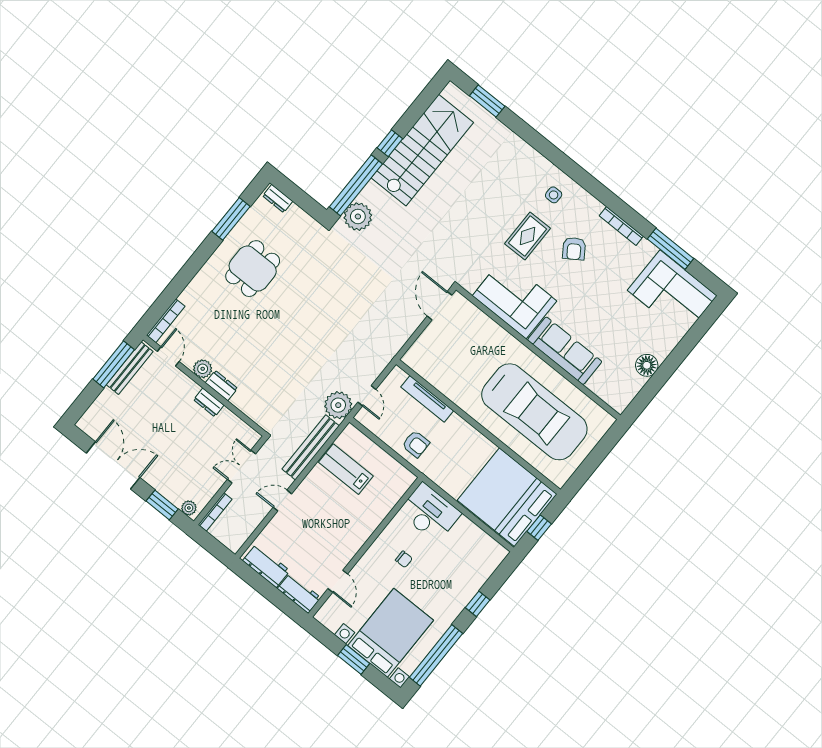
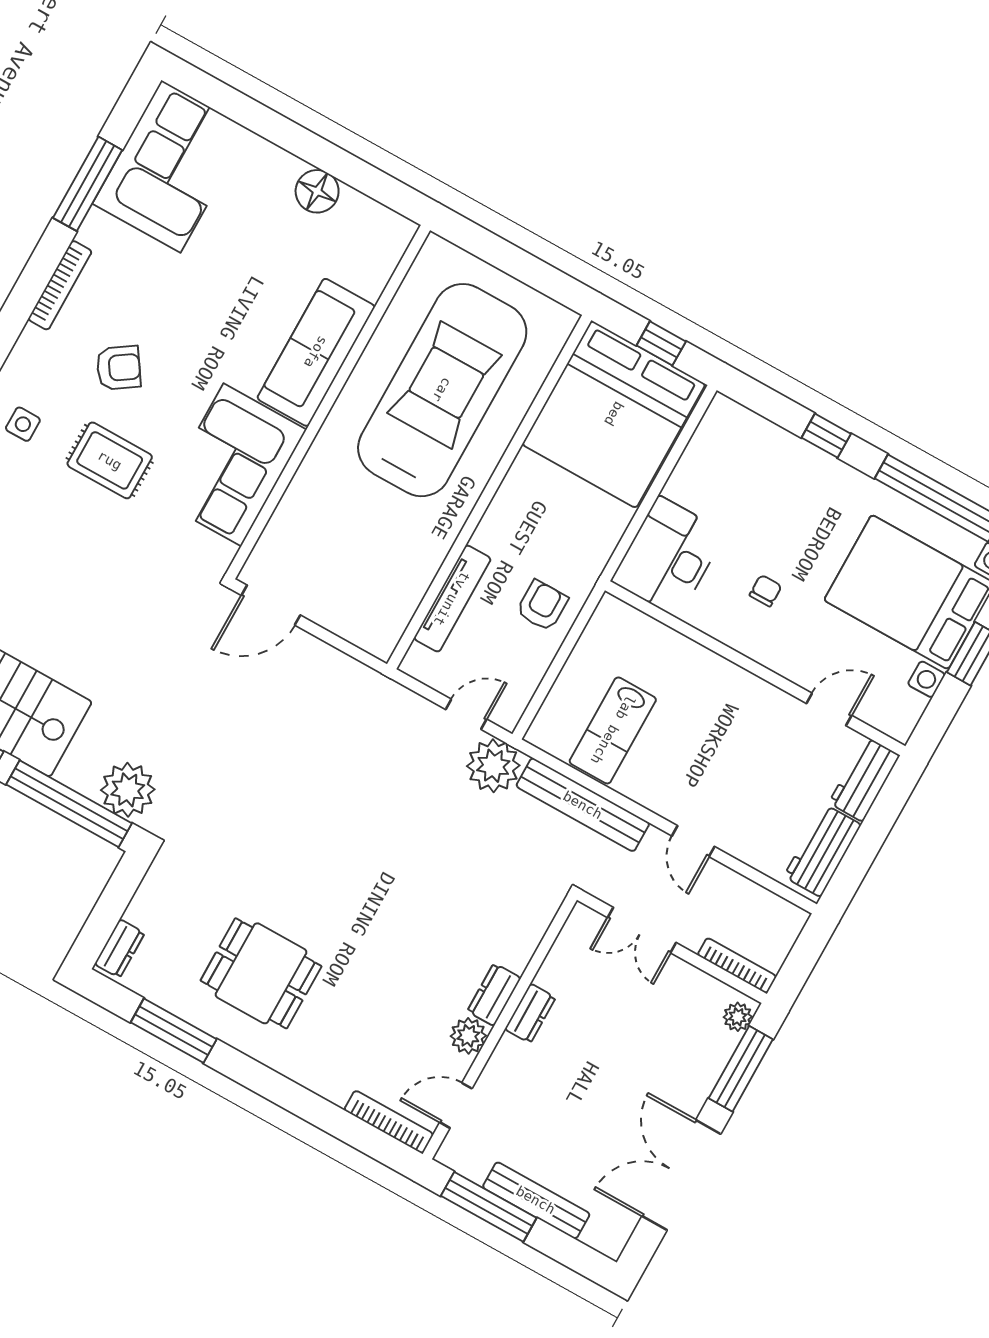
bench: (130, 368) -> (536, 1200), moved
window: (162, 505) -> (741, 1069), width x1.44

